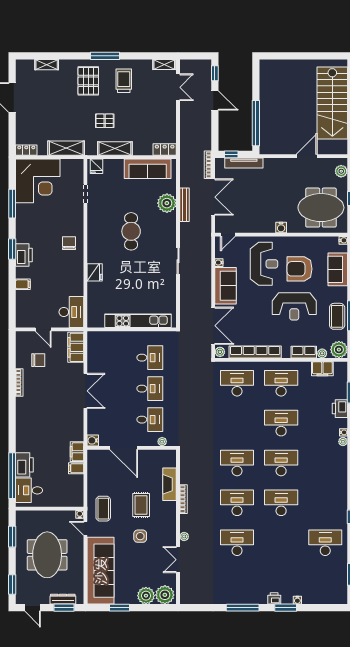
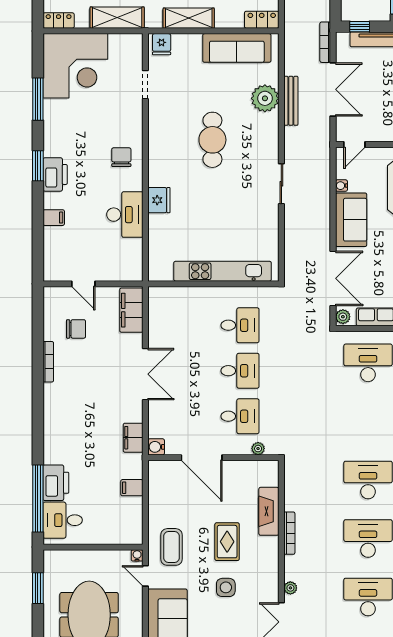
desk: (71, 312) -> (125, 215), moved
filing cabinet: (77, 452) -> (133, 438), moved

